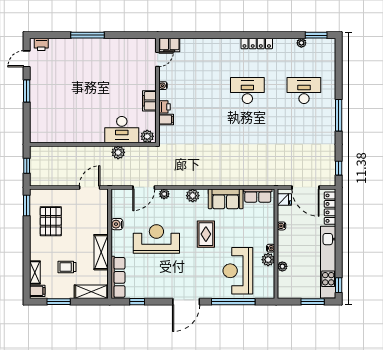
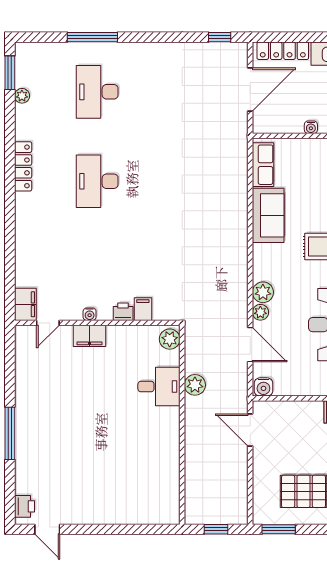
door: (158, 59) -> (48, 323), swing flipped
window: (27, 91) -> (98, 529), removed
filing cabinet: (149, 101) -> (89, 336), moved
window: (339, 115) -> (92, 37), moved
desk: (122, 130) -> (159, 387), width x0.73
plant: (193, 196) -> (263, 292), moved
fridge: (284, 200) -> (269, 123), removed
water cooler: (117, 224) -> (263, 387), moved

